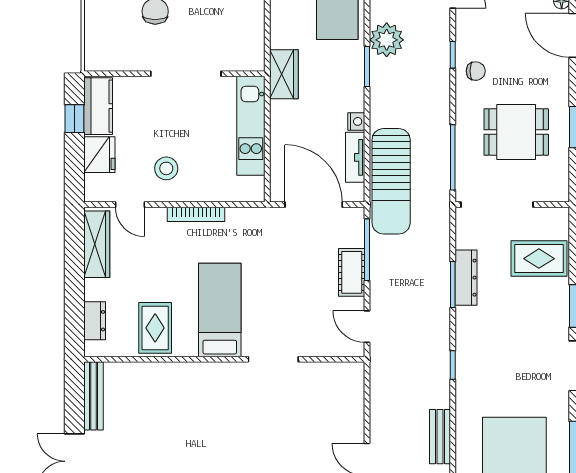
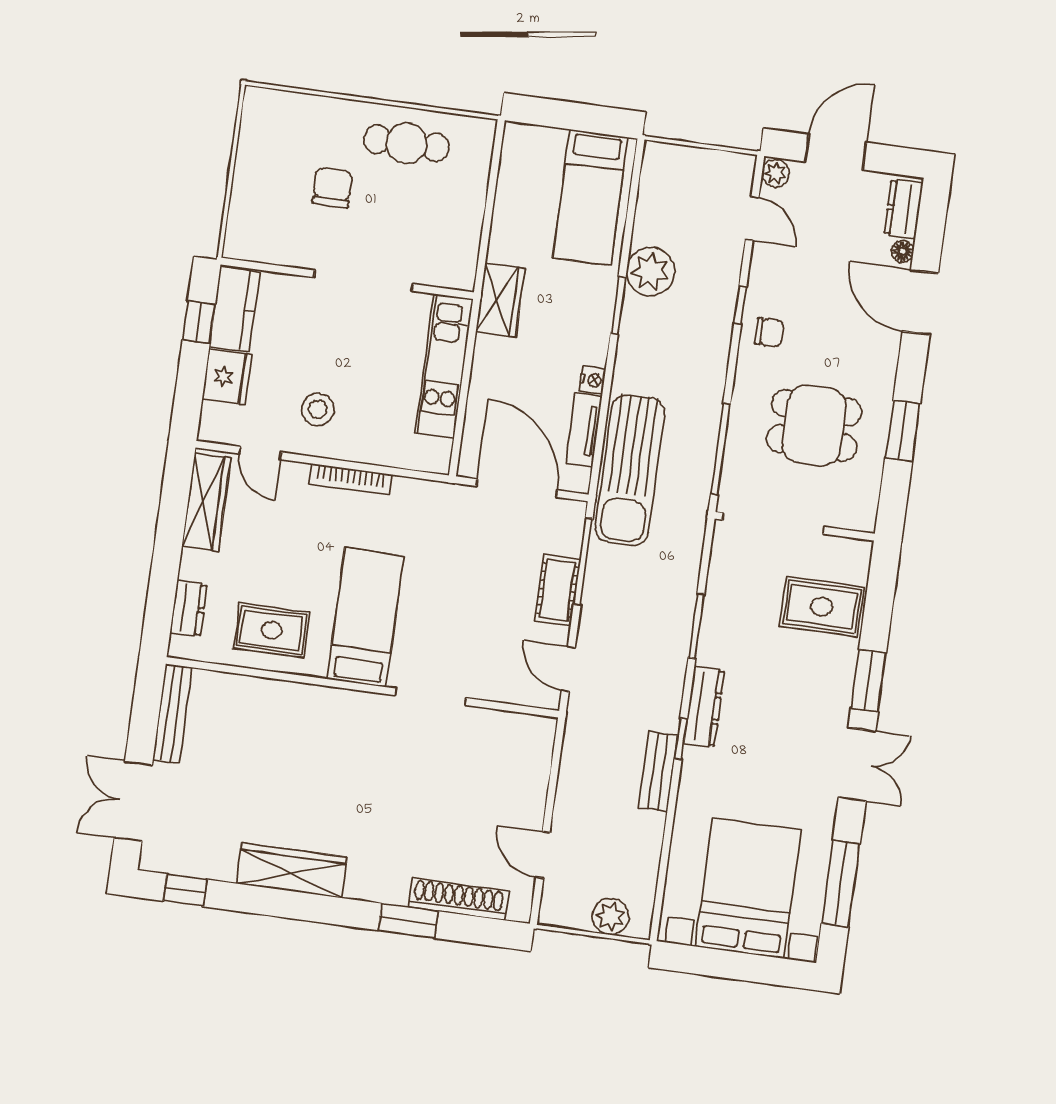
dresser: (466, 278) -> (704, 707), moved
rug: (155, 328) -> (272, 630), turned 90
bench: (440, 437) -> (658, 772), moved

